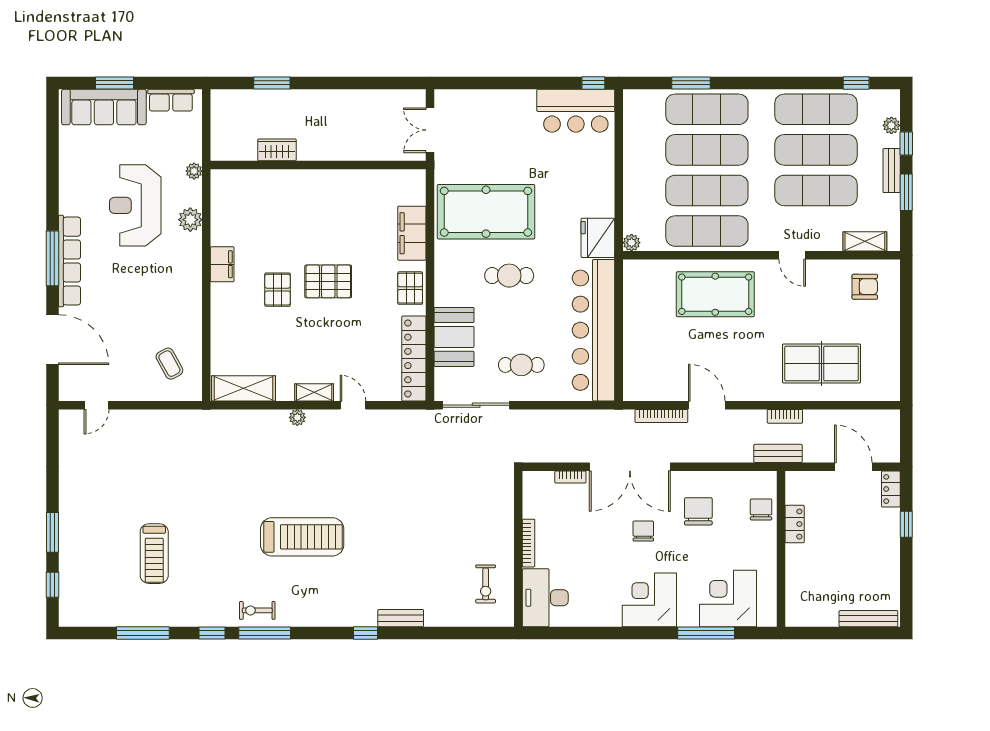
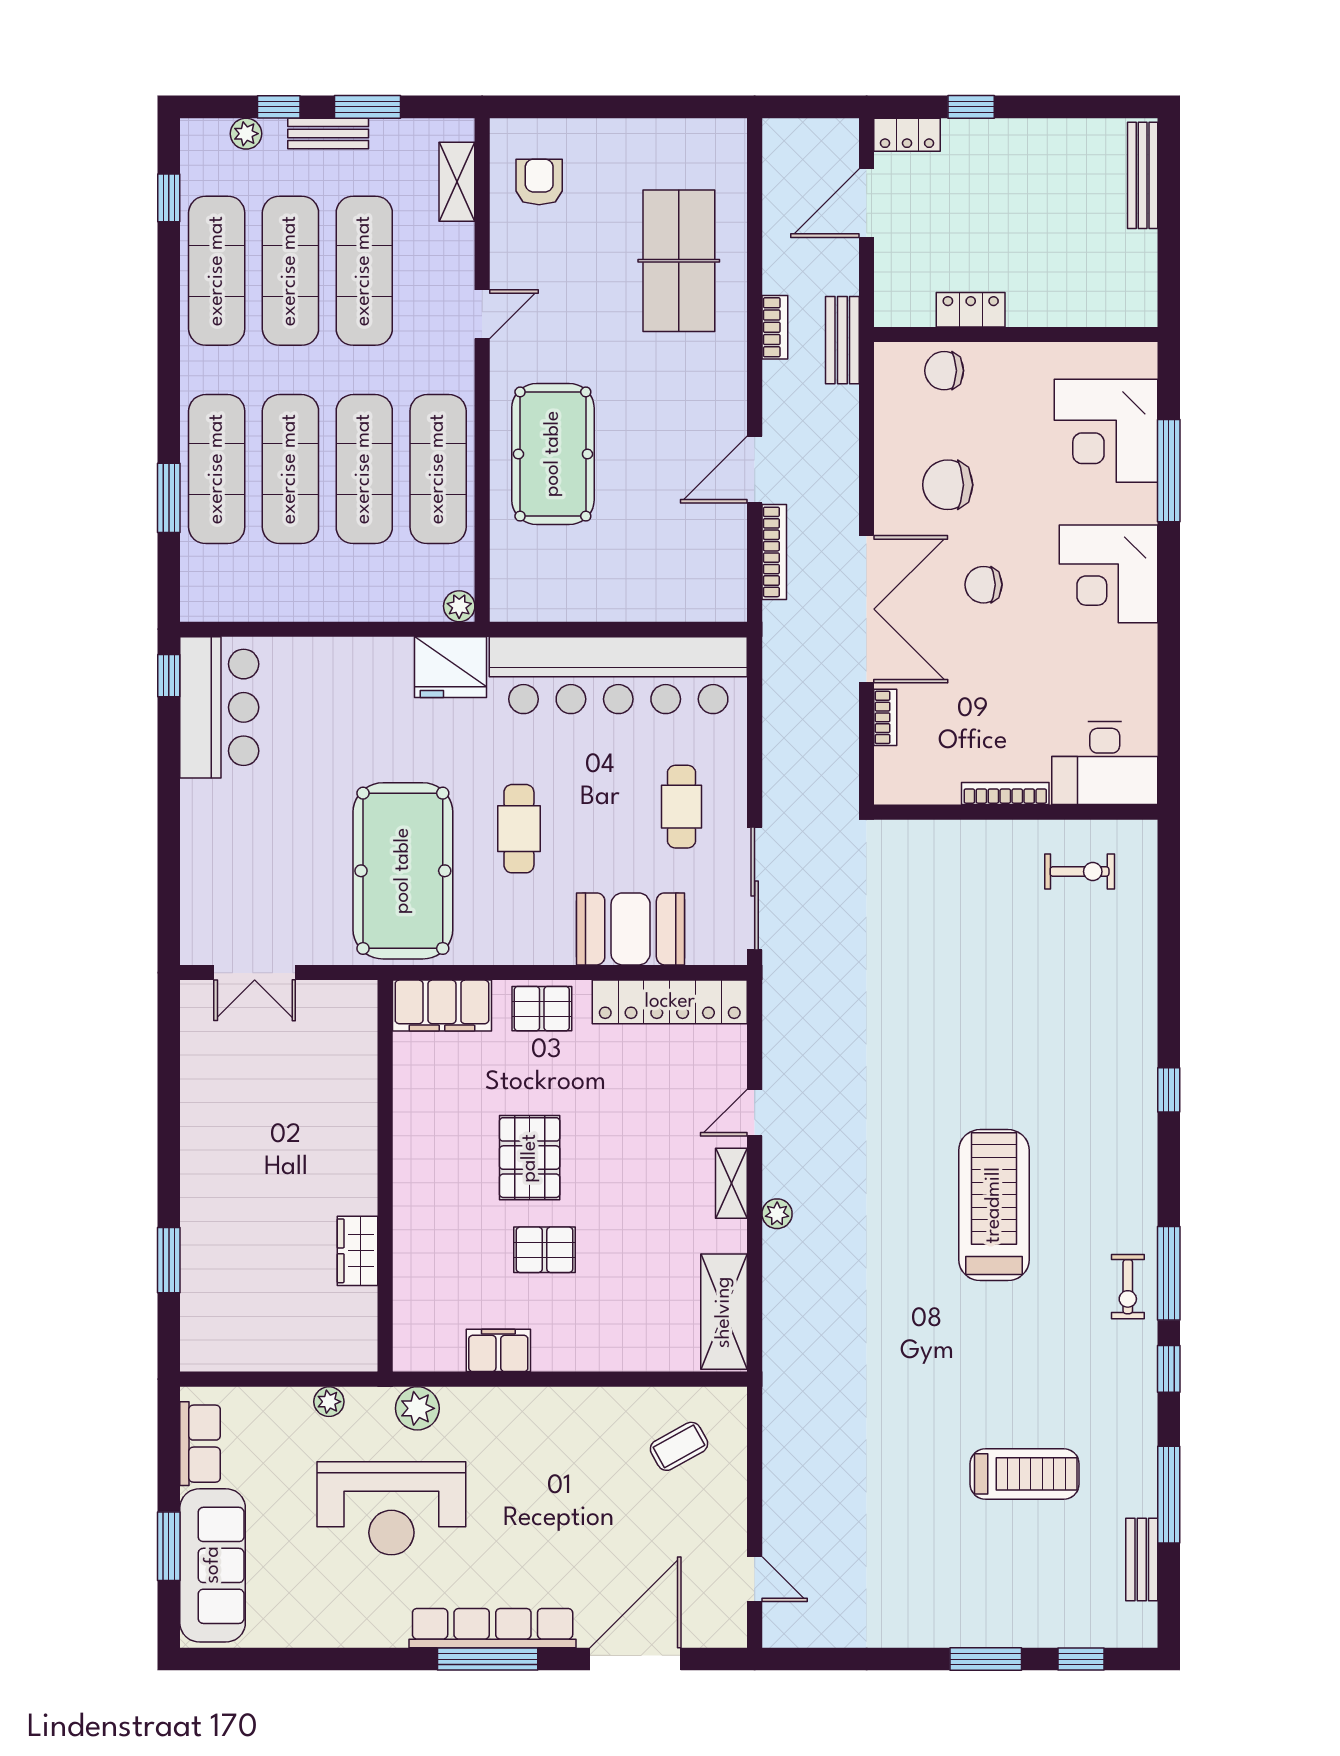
wardrobe: (277, 150) -> (358, 1251), moved
wall: (318, 165) -> (385, 1176), moved
bench: (401, 618) -> (1142, 1559), moved

